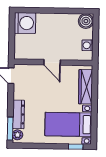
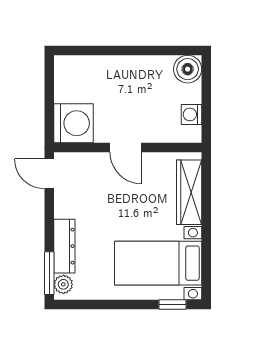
washing machine: (25, 23) -> (73, 123), moved

